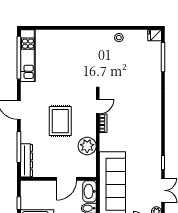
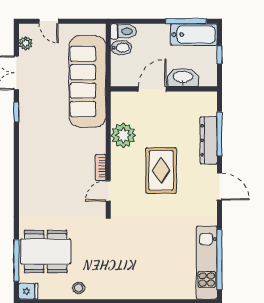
dining table: (142, 64) -> (46, 252), added
dresser: (27, 160) -> (209, 140), moved
washbasin: (89, 191) -> (183, 77), moved, turned -90

